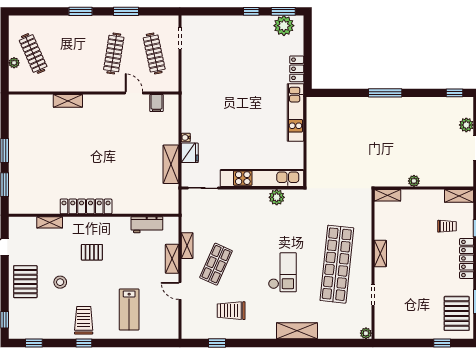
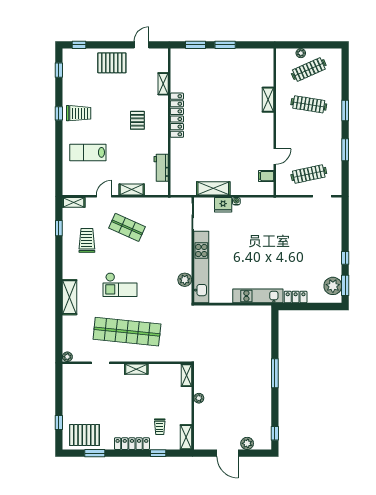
clothes rail: (114, 53) -> (309, 104), moved
shelving: (187, 246) -> (74, 202), moved
stool: (60, 282) -> (111, 93), removed

